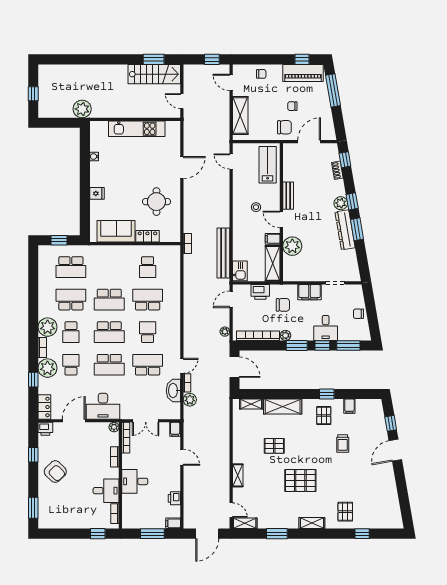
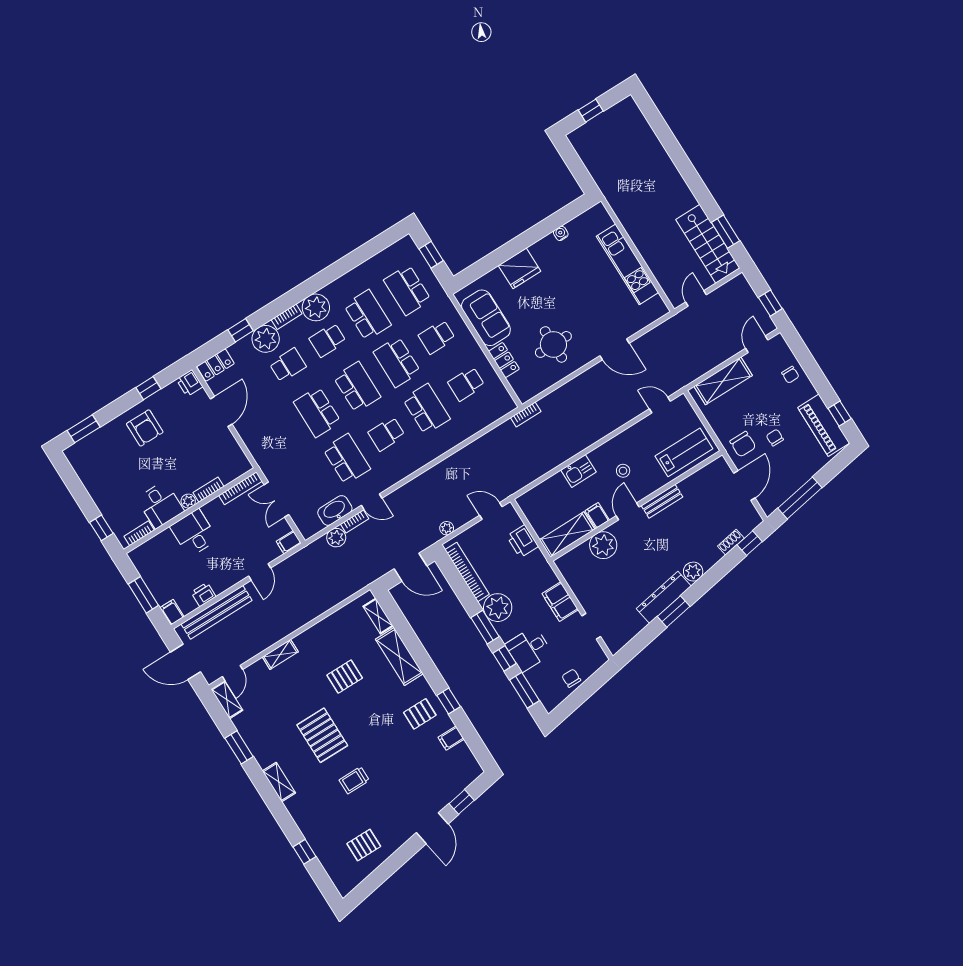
window: (333, 90) -> (800, 498), moved
plant: (82, 109) -> (610, 182), removed
door: (309, 142) -> (744, 485), hinge flipped
door: (231, 161) -> (660, 405), hinge flipped
fridge: (97, 193) -> (520, 268), width x1.88, depth x1.34
window: (352, 201) -> (704, 584), removed
bench: (223, 253) -> (217, 612), moved
school desk: (109, 267) -> (437, 337), added
kitchen sink: (240, 271) -> (579, 471), moved
chair: (283, 305) -> (524, 579), removed
school desk: (109, 332) -> (357, 387), turned 180
school desk: (148, 332) -> (387, 434), turned 180
plant: (286, 335) -> (498, 608), width x1.88, depth x1.88
door: (234, 367) -> (410, 567), hinge flipped
desk: (103, 406) -> (261, 436), removed
door: (74, 421) -> (221, 412), hinge flipped
plant: (114, 427) -> (188, 501), moved
trolley: (343, 444) -> (354, 780), moved
pallet: (274, 446) -> (345, 677), turned 90
door: (395, 450) -> (432, 828), swing flipped
armchair: (55, 472) -> (145, 428), turned -45
pallet: (345, 512) -> (364, 845), moved

